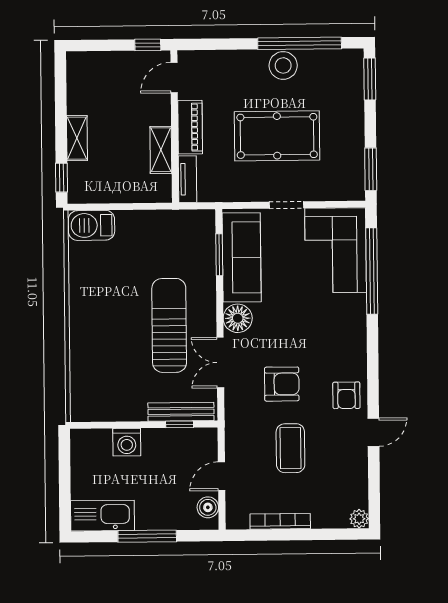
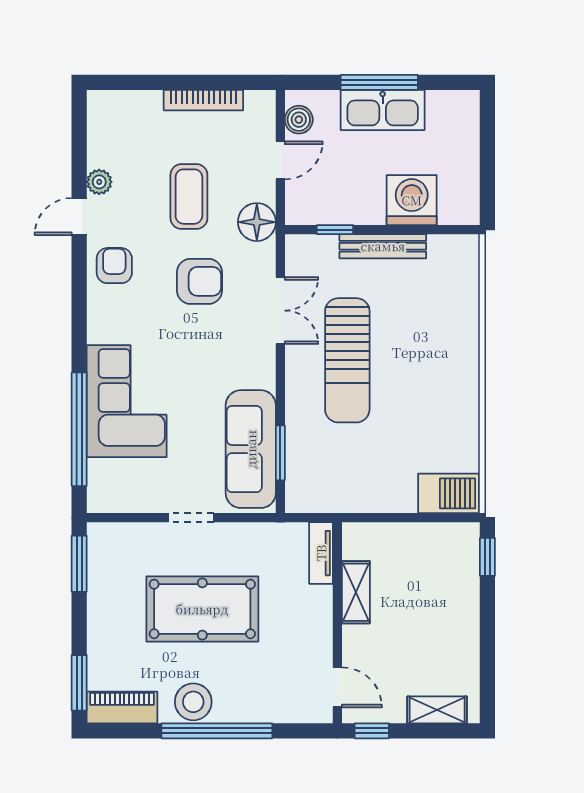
window: (300, 43) -> (217, 731), moved
door: (174, 78) -> (337, 687), hinge flipped
piano: (190, 127) -> (122, 708), moved, turned 90
shelving: (77, 138) -> (437, 710), moved, turned 90
corner sofa: (336, 250) -> (127, 401), moved
floor lamp: (238, 318) -> (257, 222), moved
armchair: (282, 384) -> (200, 281), turned 180
bench: (181, 412) -> (383, 246), moved
washing machine: (127, 442) -> (412, 200), width x1.37, depth x1.37
kitchen sink: (102, 516) -> (383, 110), moved
plant: (359, 519) -> (99, 182), moved

